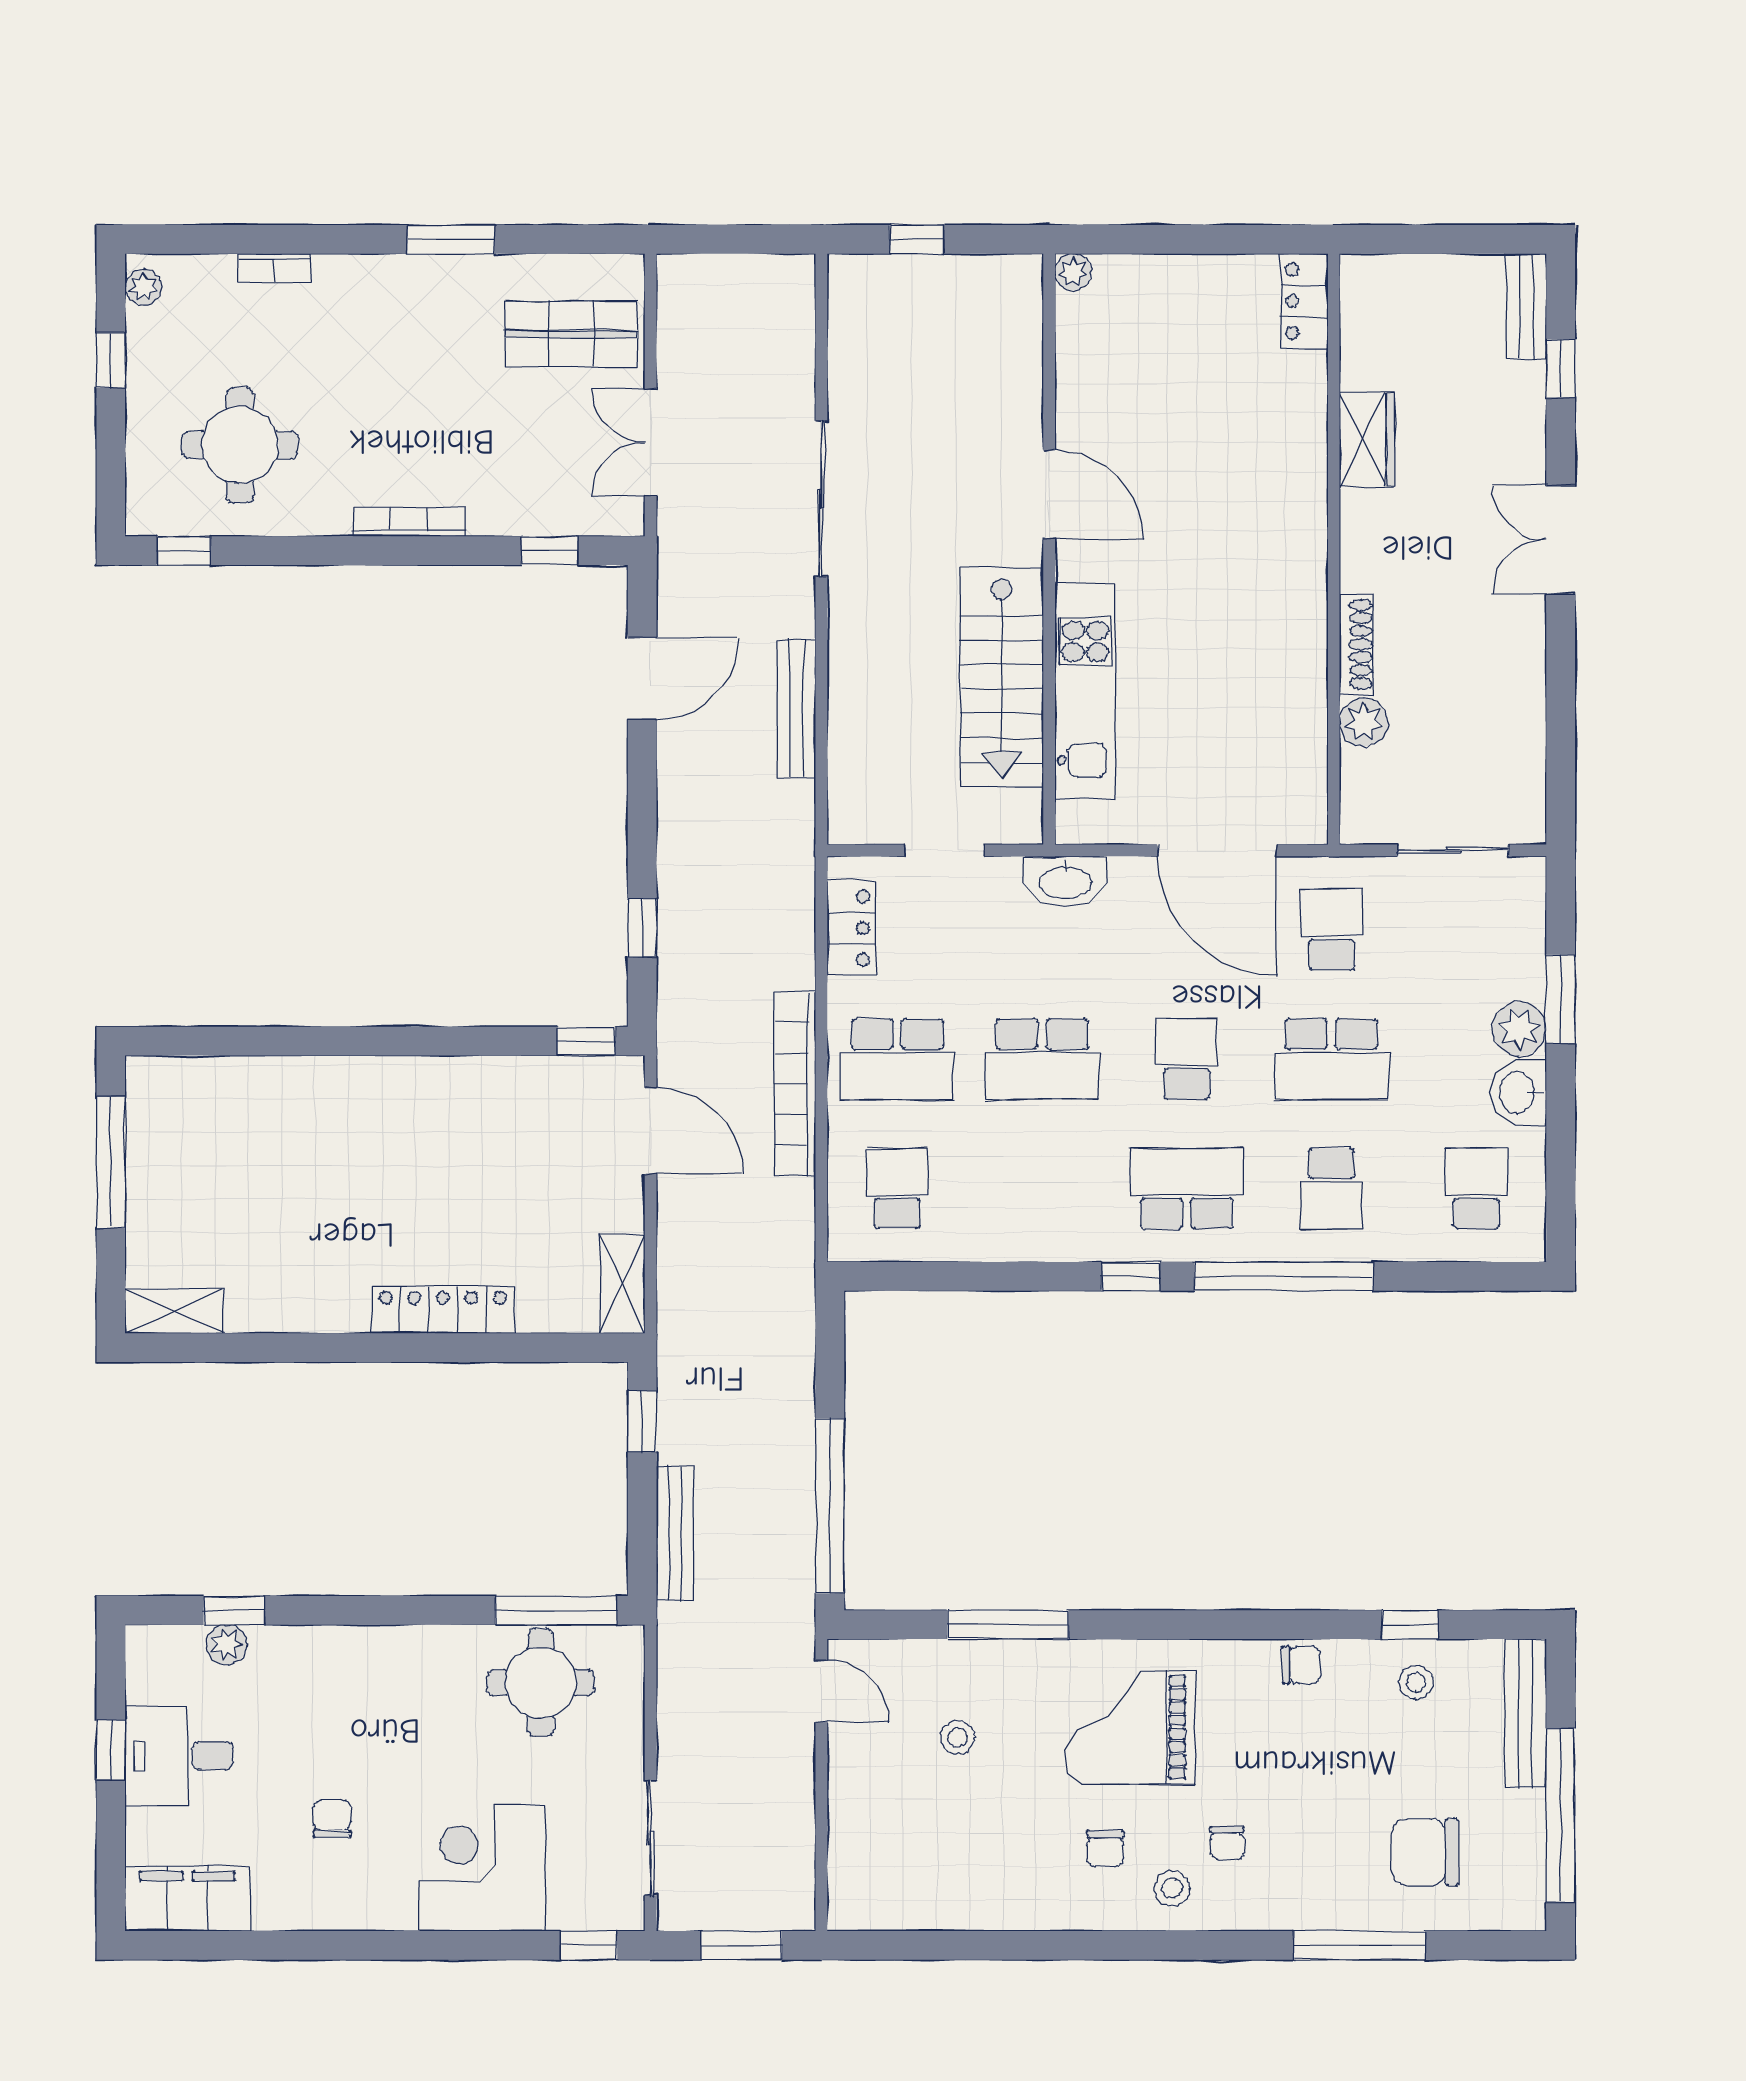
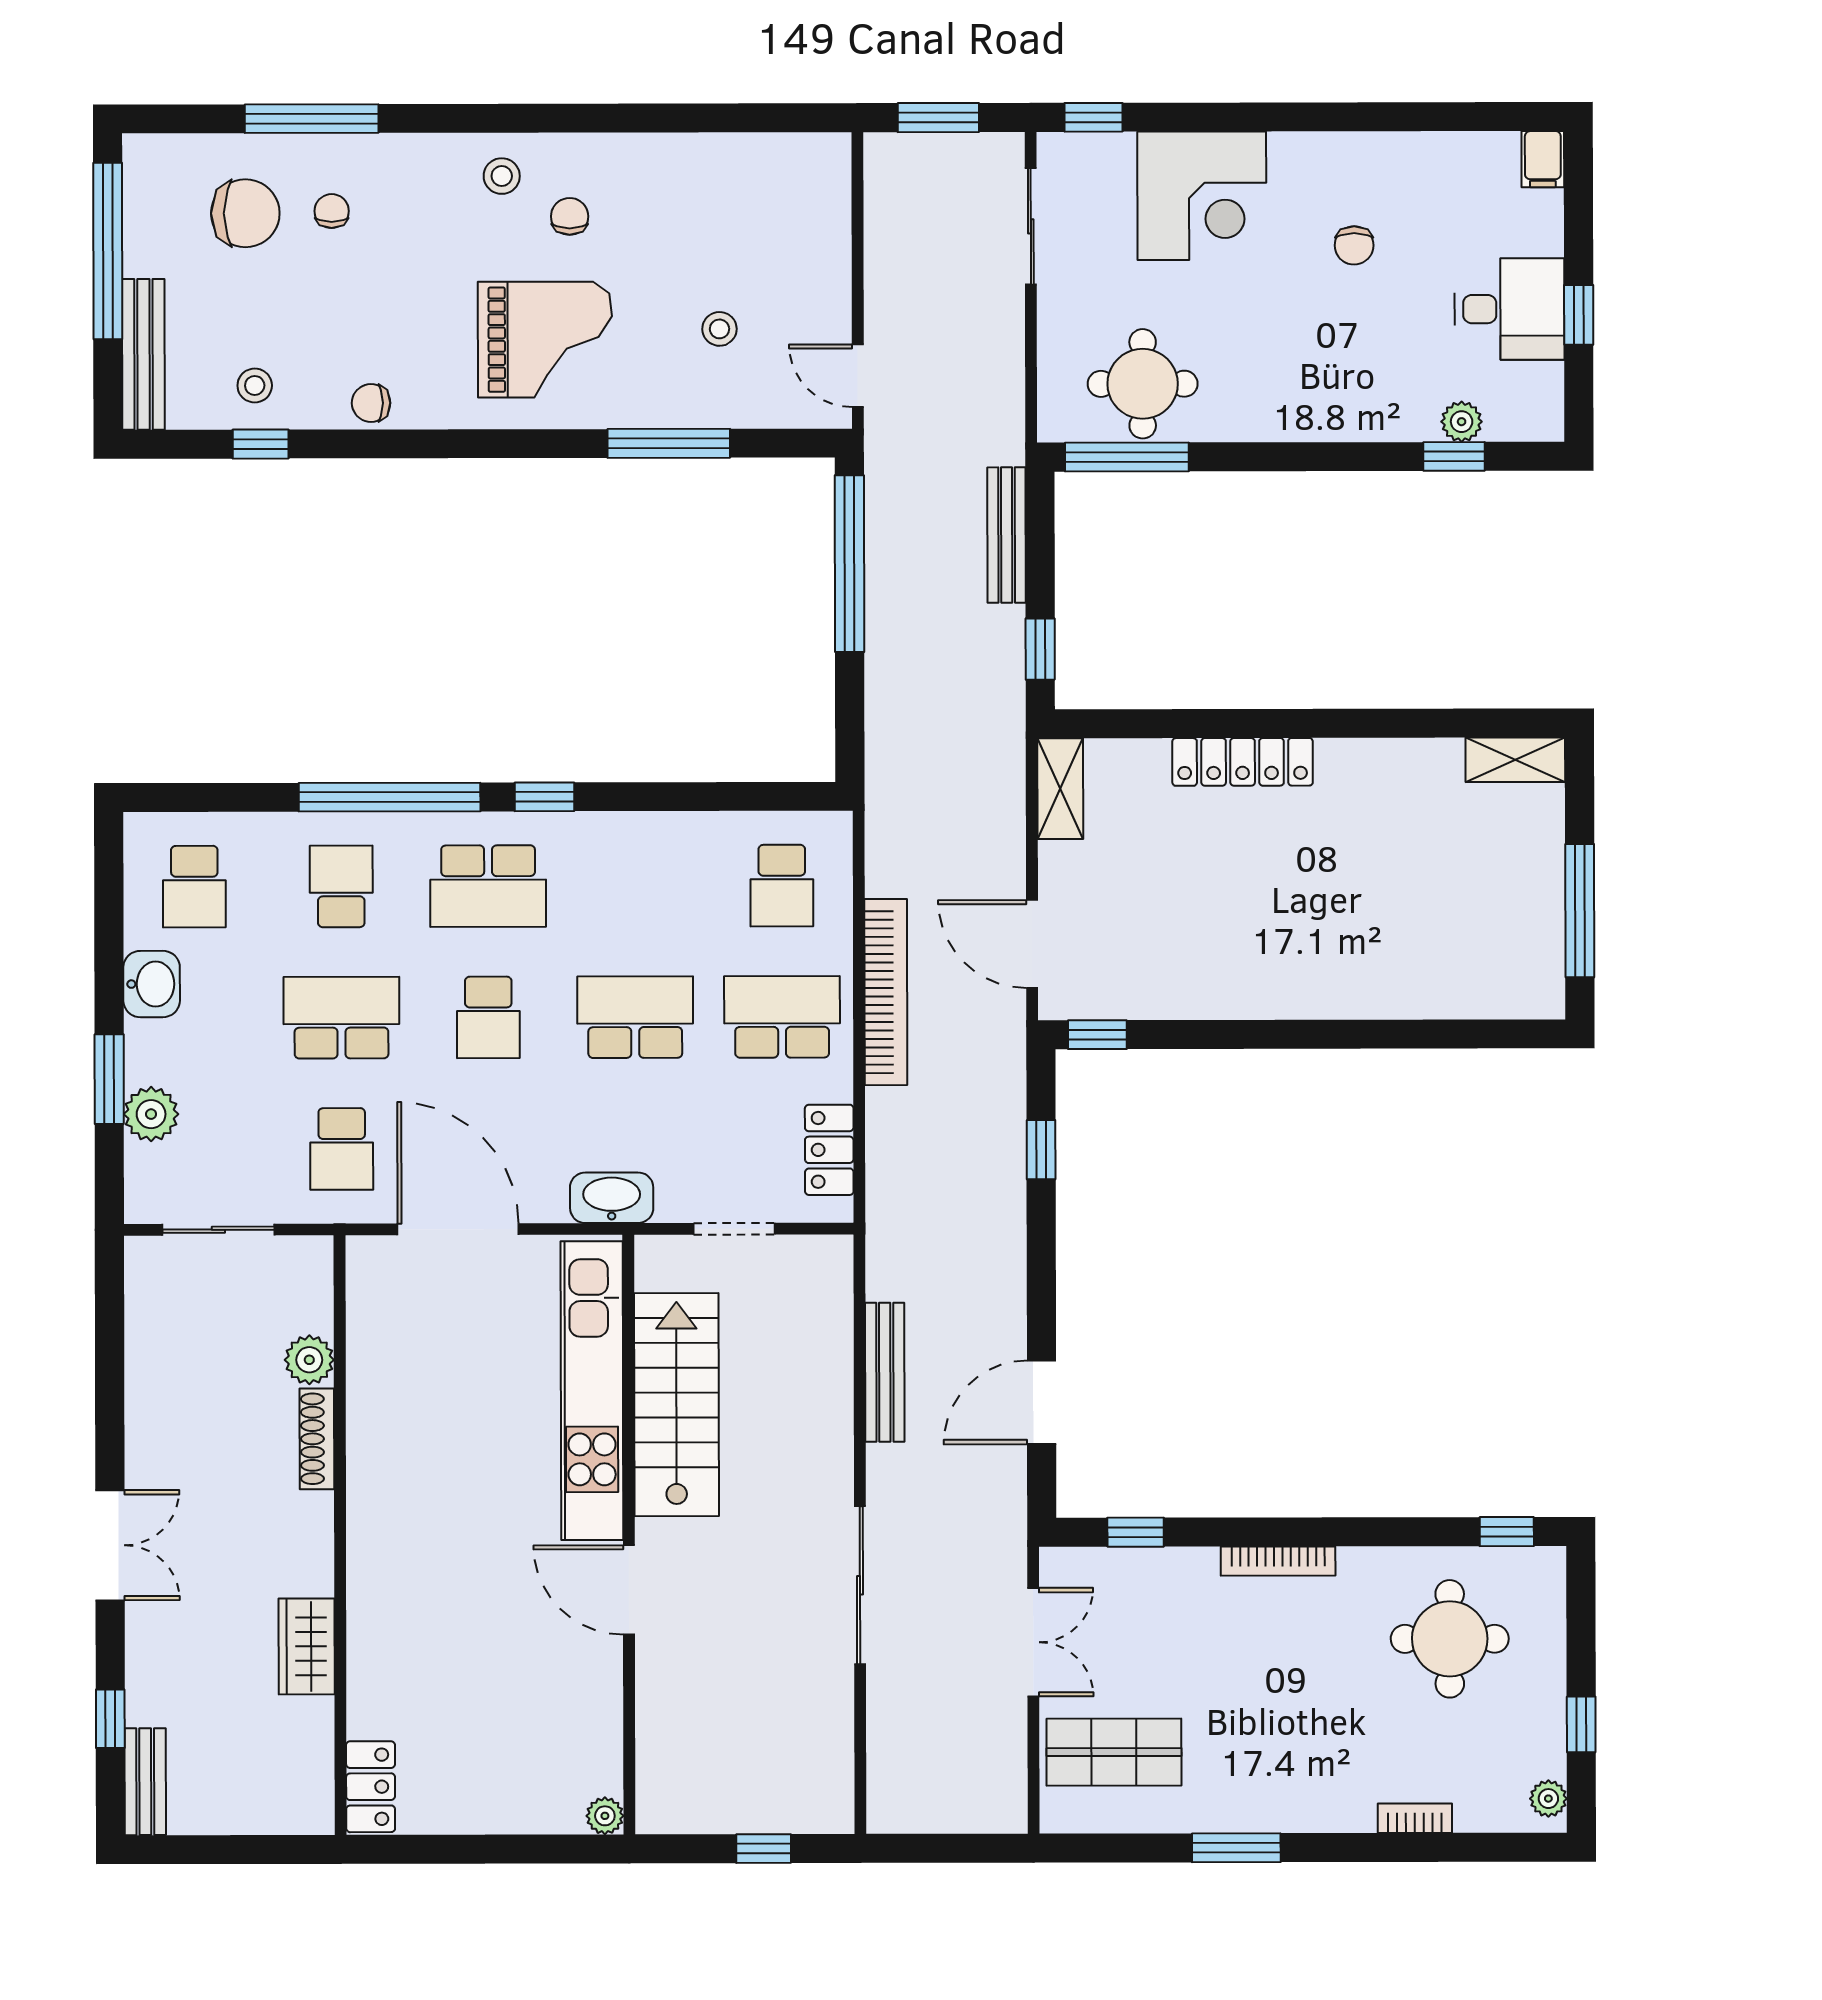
kitchen unit: (1085, 691) -> (592, 1391), width x1.36
plant: (1519, 1029) -> (151, 1114), moved
chair: (1227, 1843) -> (332, 211), moved
filing cabinet: (188, 1899) -> (1543, 159), width x0.33, depth x0.86

